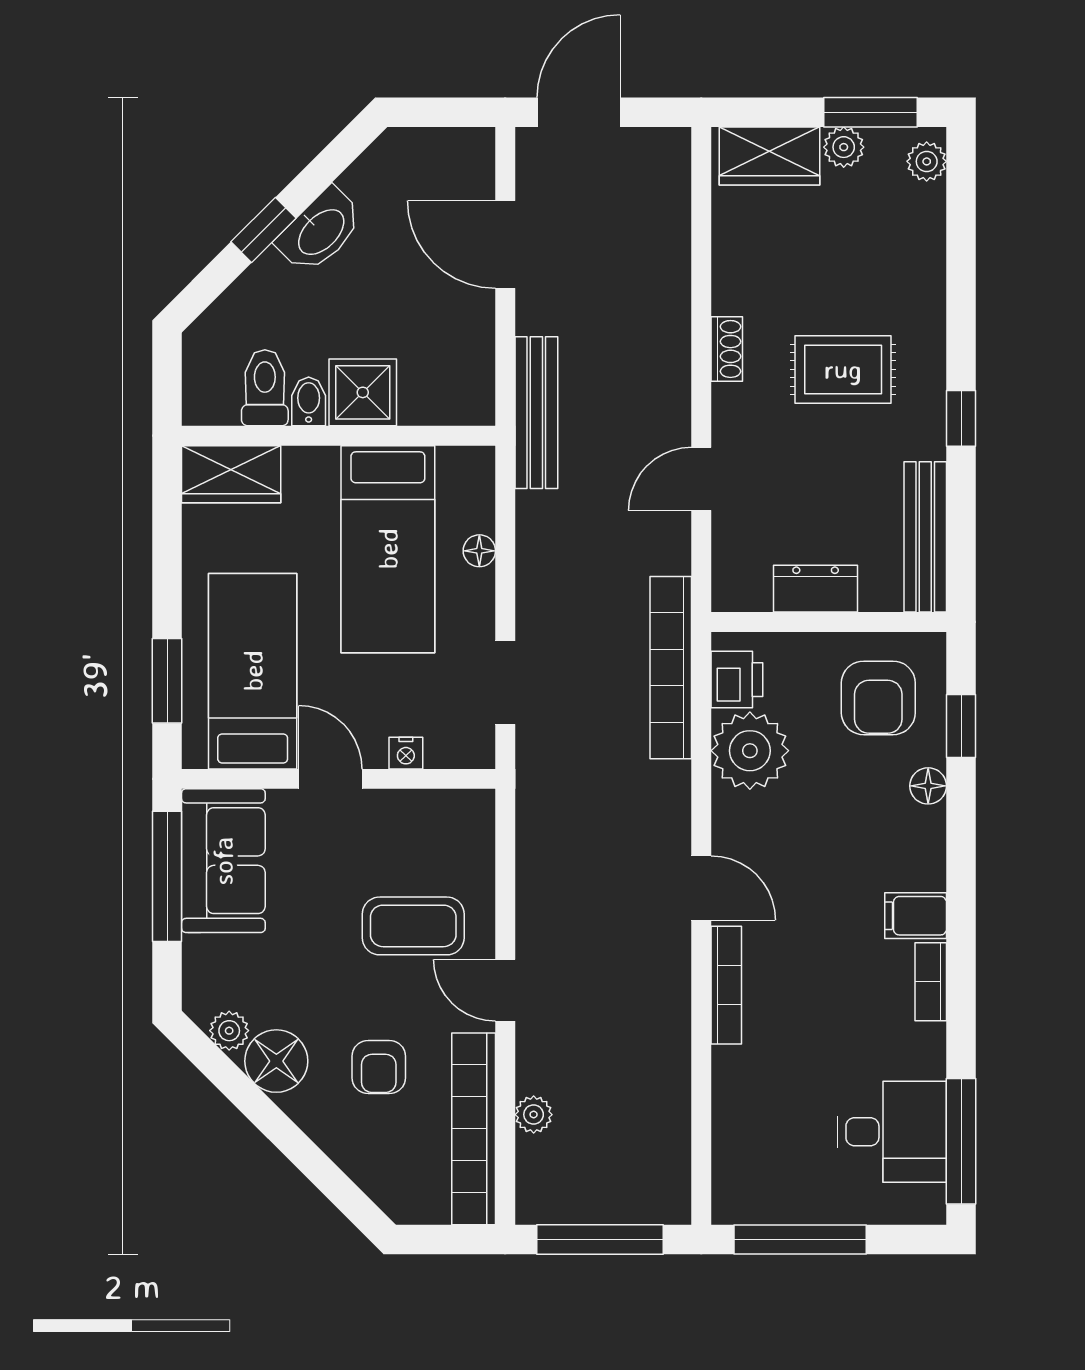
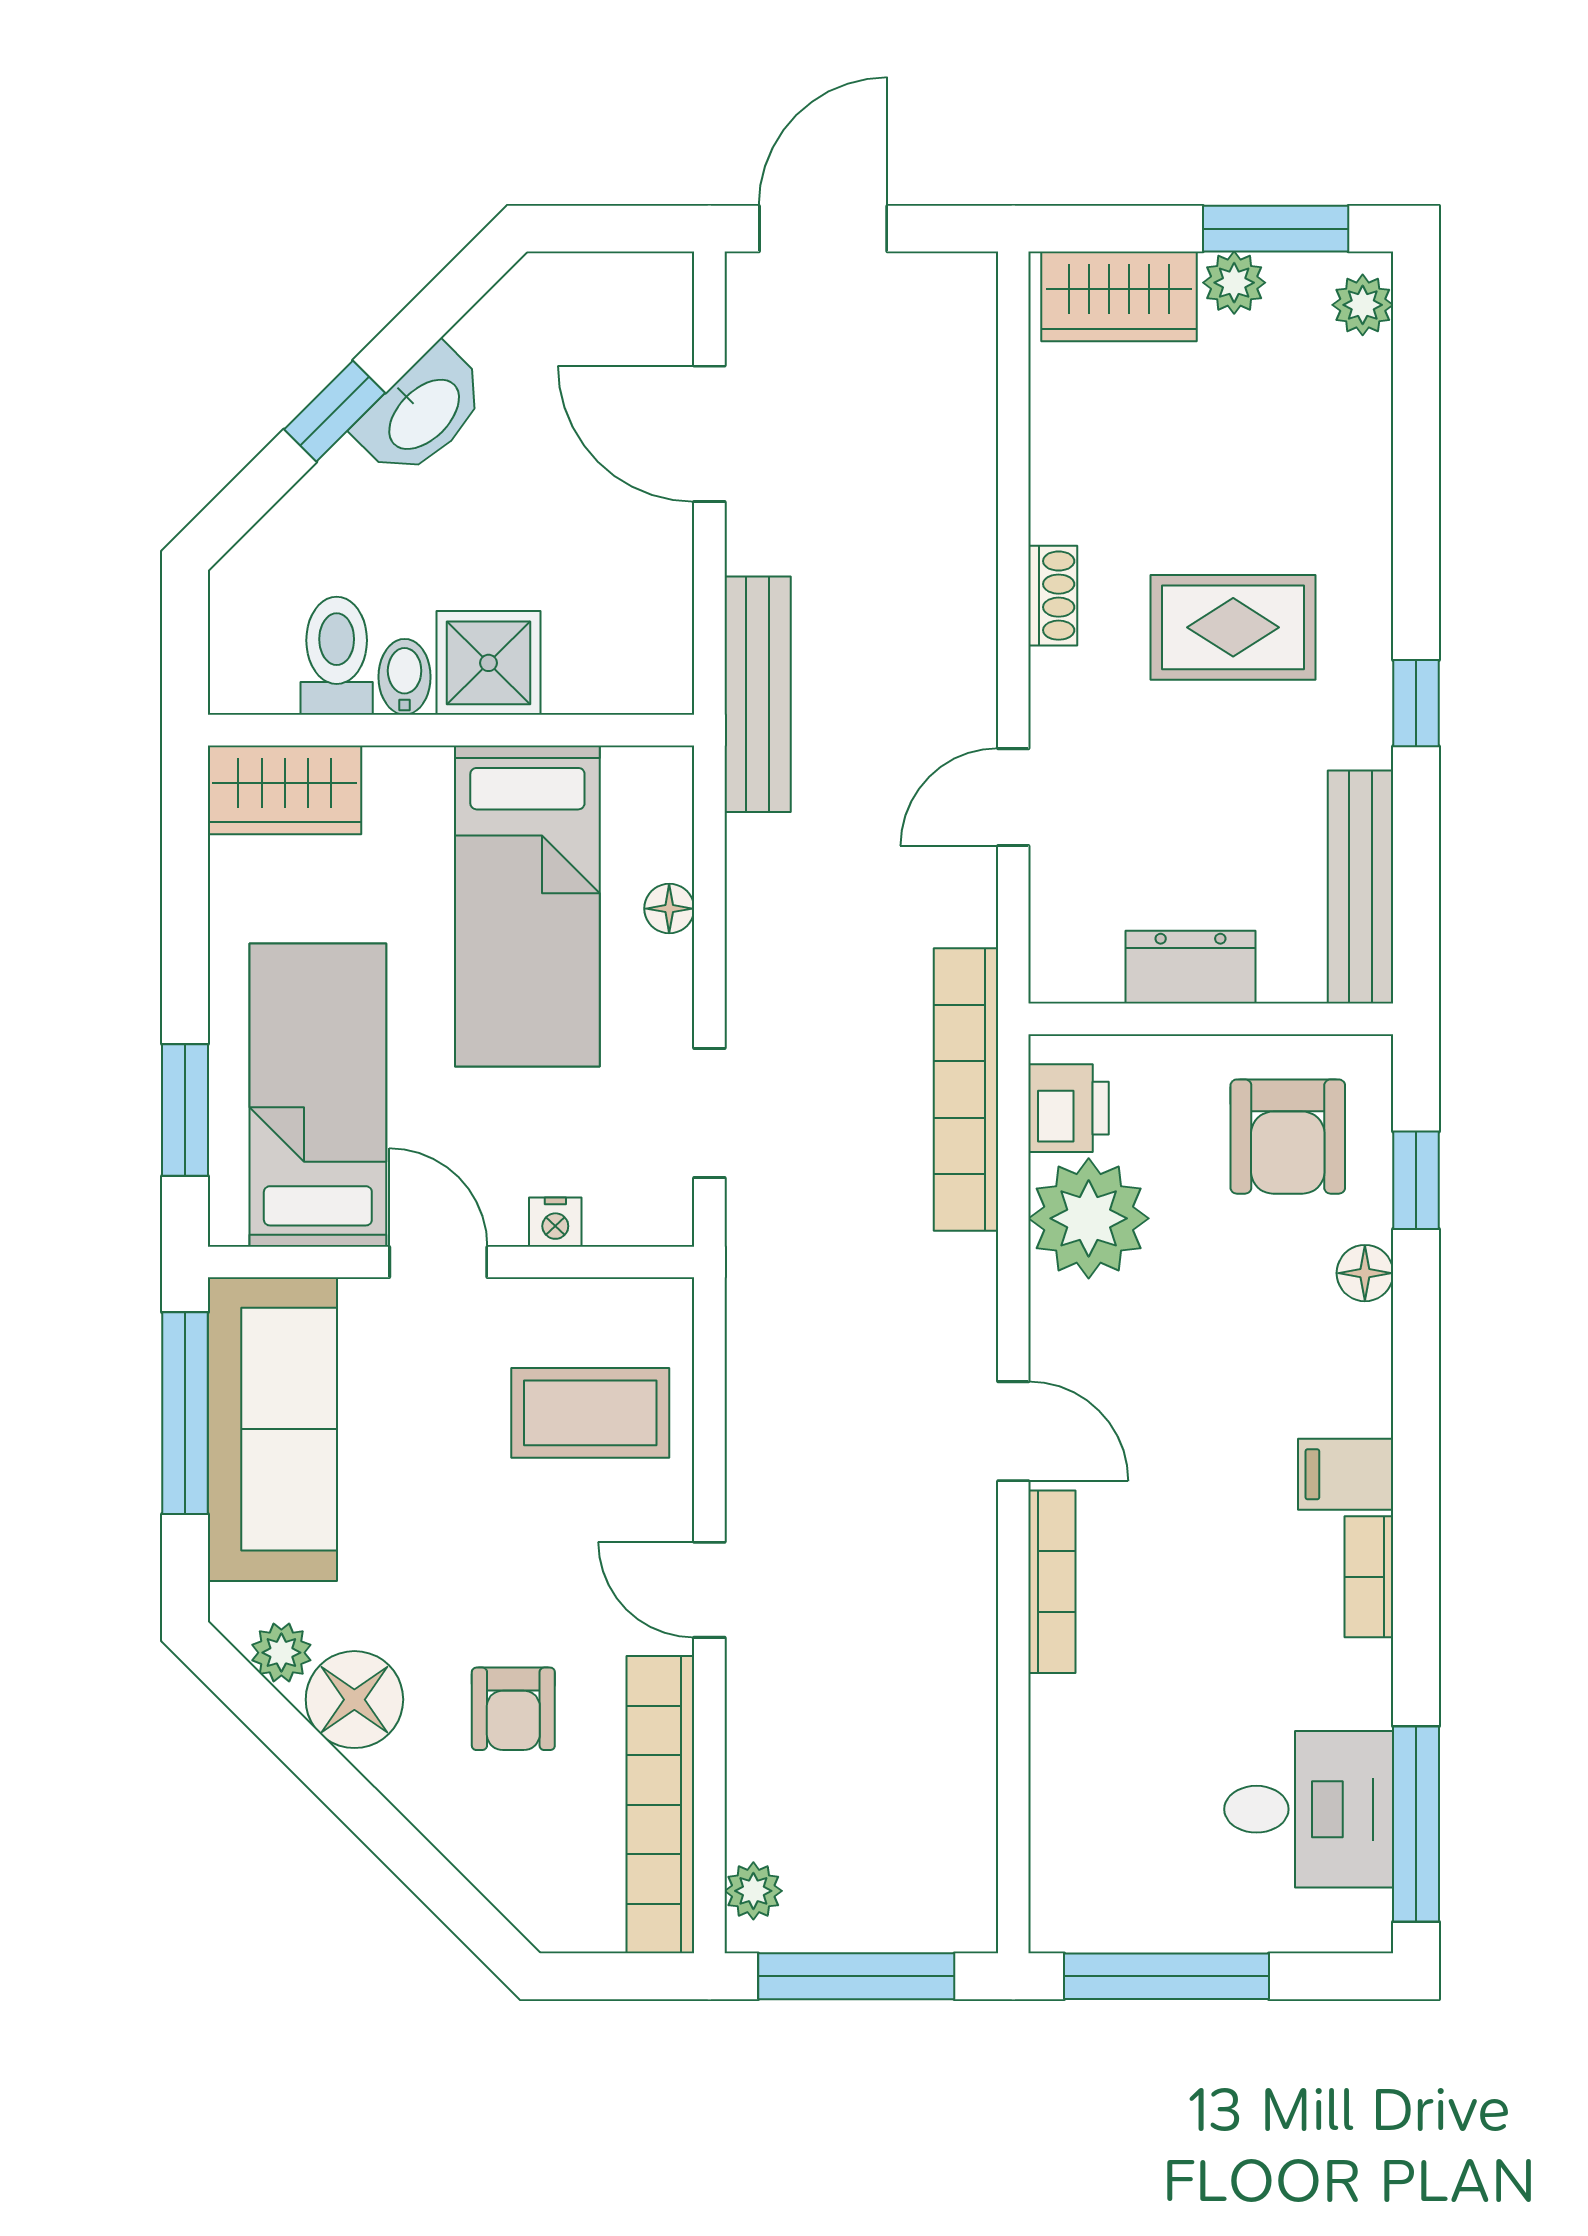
sofa: (223, 861) -> (272, 1429), width x1.36
coffee table: (413, 926) -> (590, 1413), moved
plant: (534, 1115) -> (753, 1891), moved

